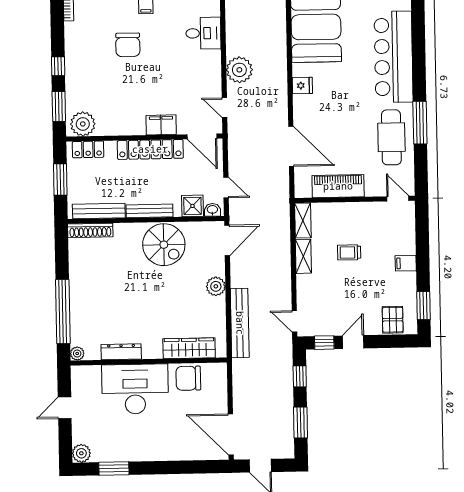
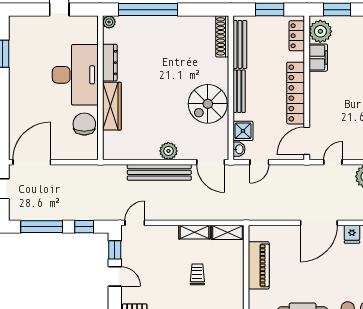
filing cabinet: (161, 125) -> (318, 58), moved
door: (291, 146) -> (319, 223), moved
bench: (240, 323) -> (159, 172), moved
wardrobe: (189, 348) -> (112, 106), moved
window: (301, 422) -> (42, 227), width x1.44
plant: (81, 453) -> (17, 24), removed

